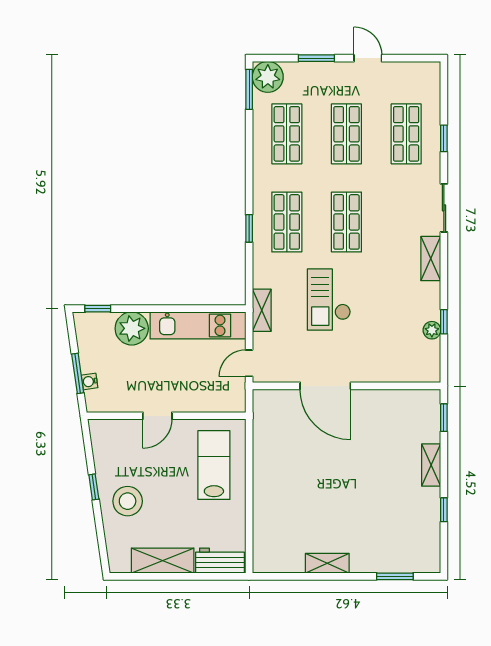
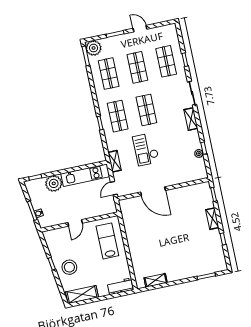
shelving: (163, 561) -> (82, 295), moved
shelving: (327, 563) -> (156, 280), moved

